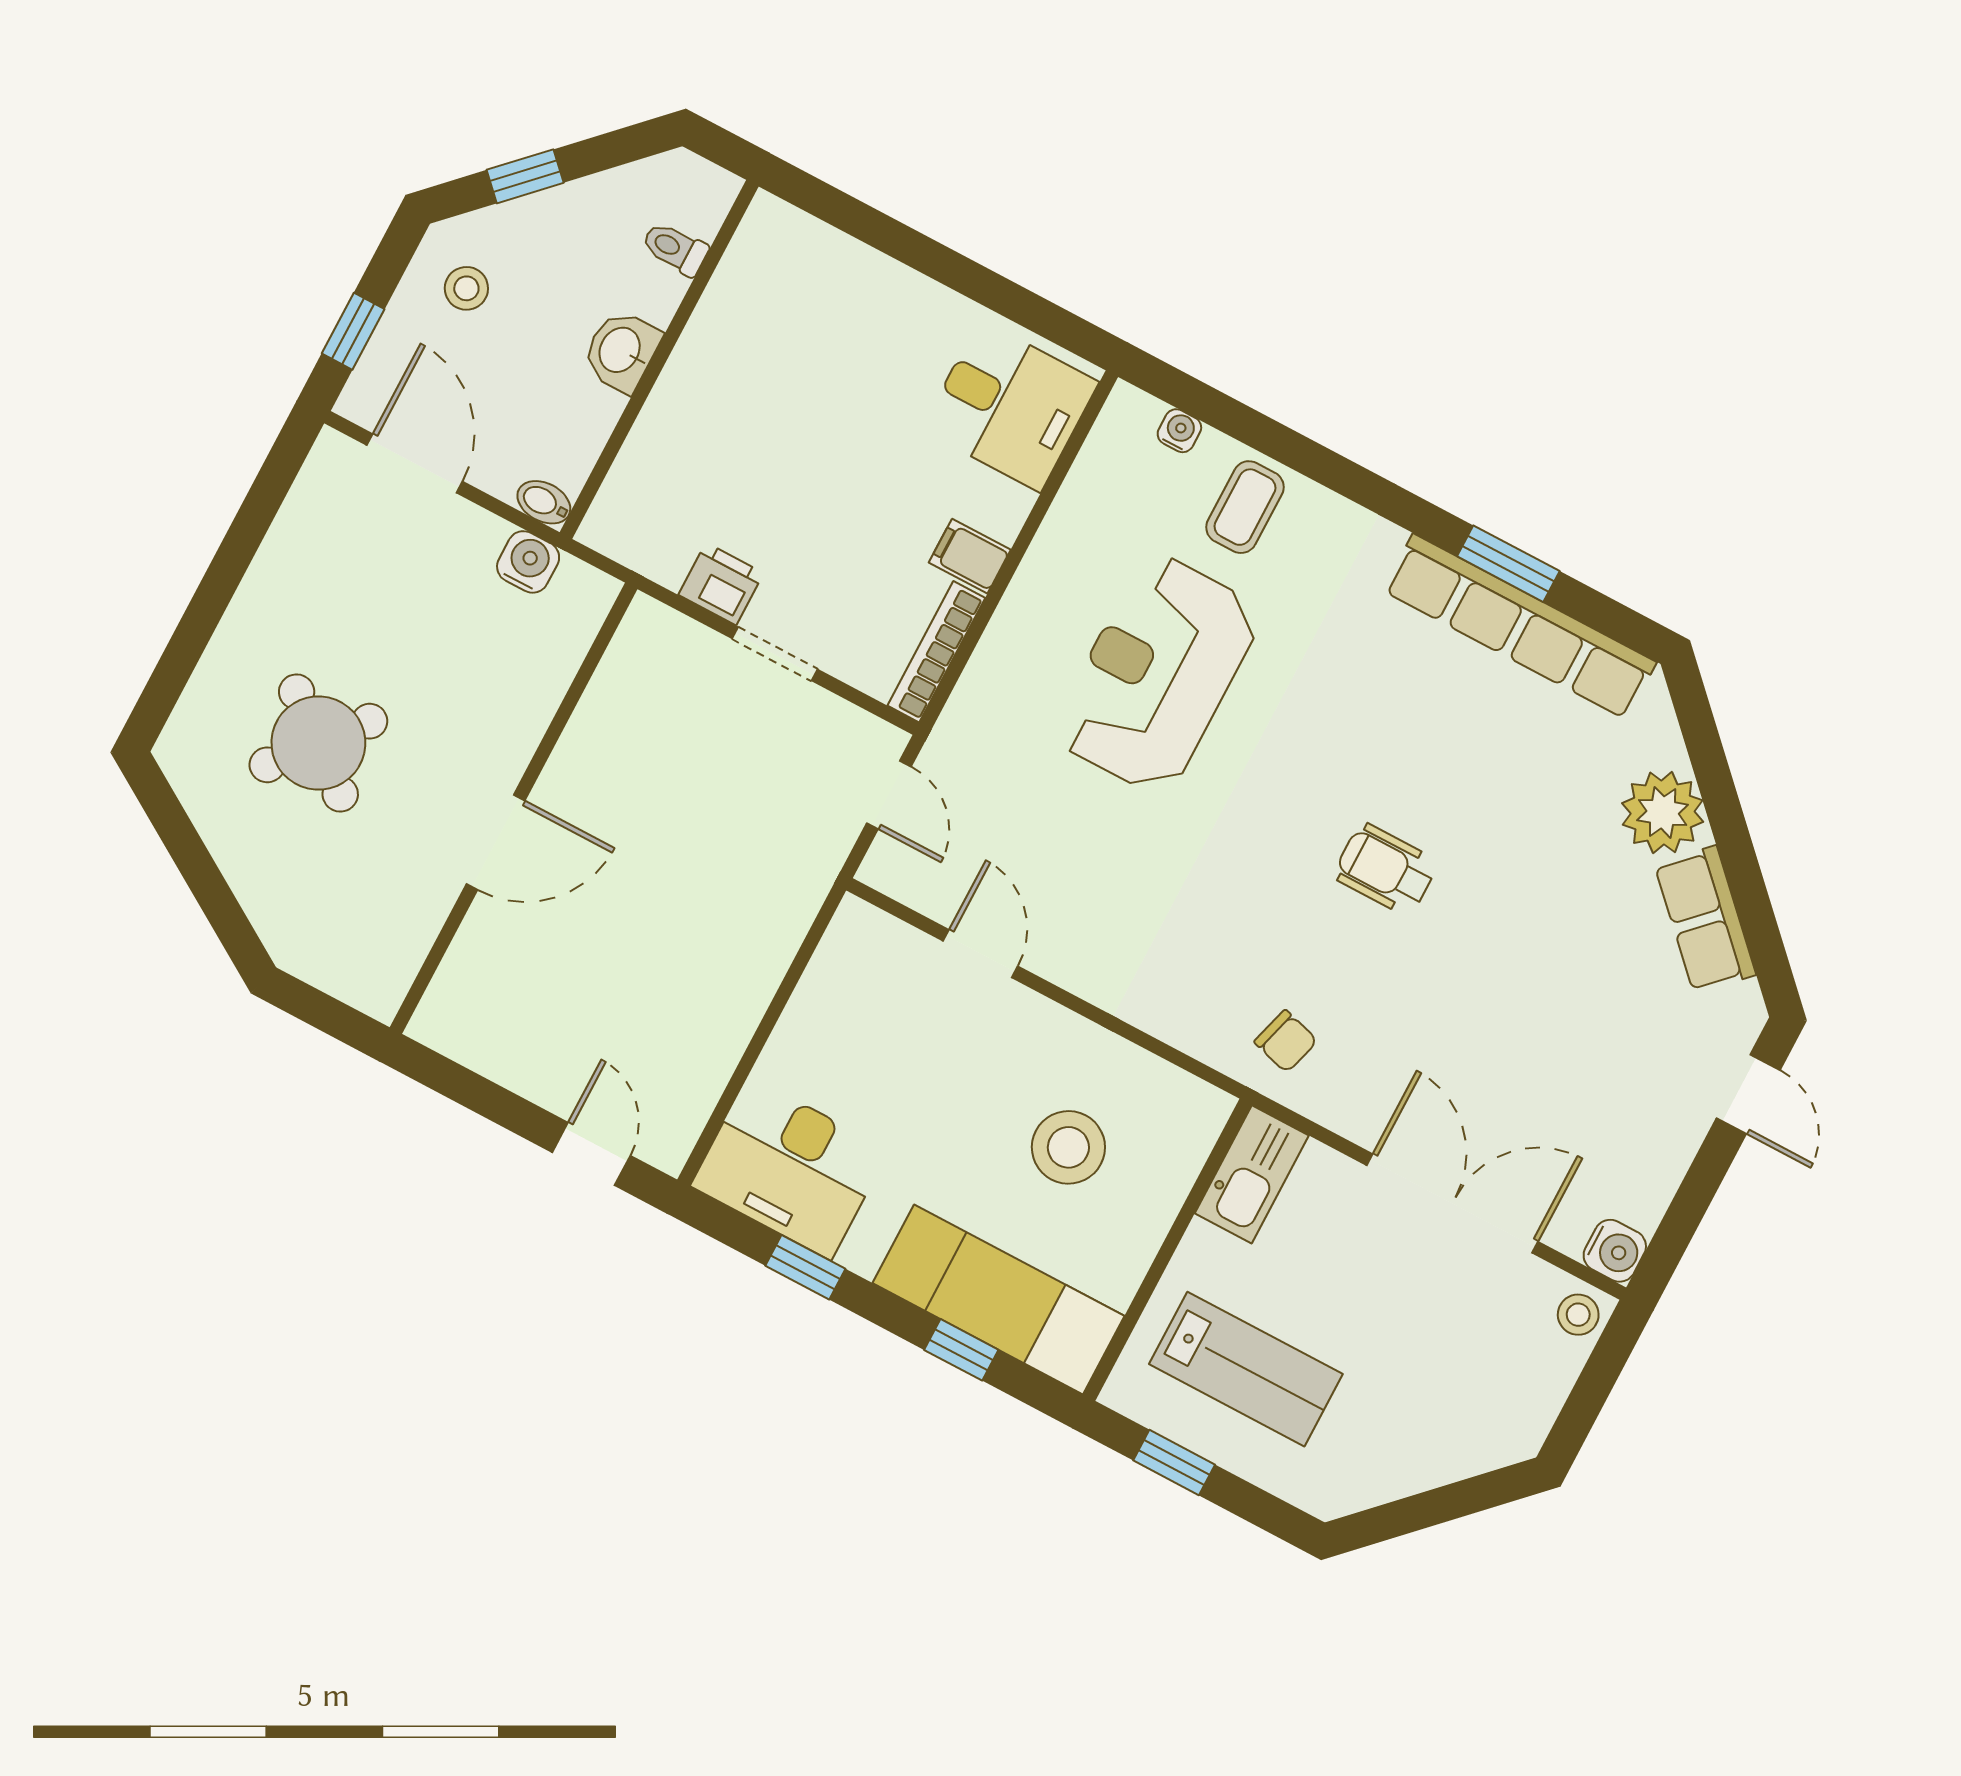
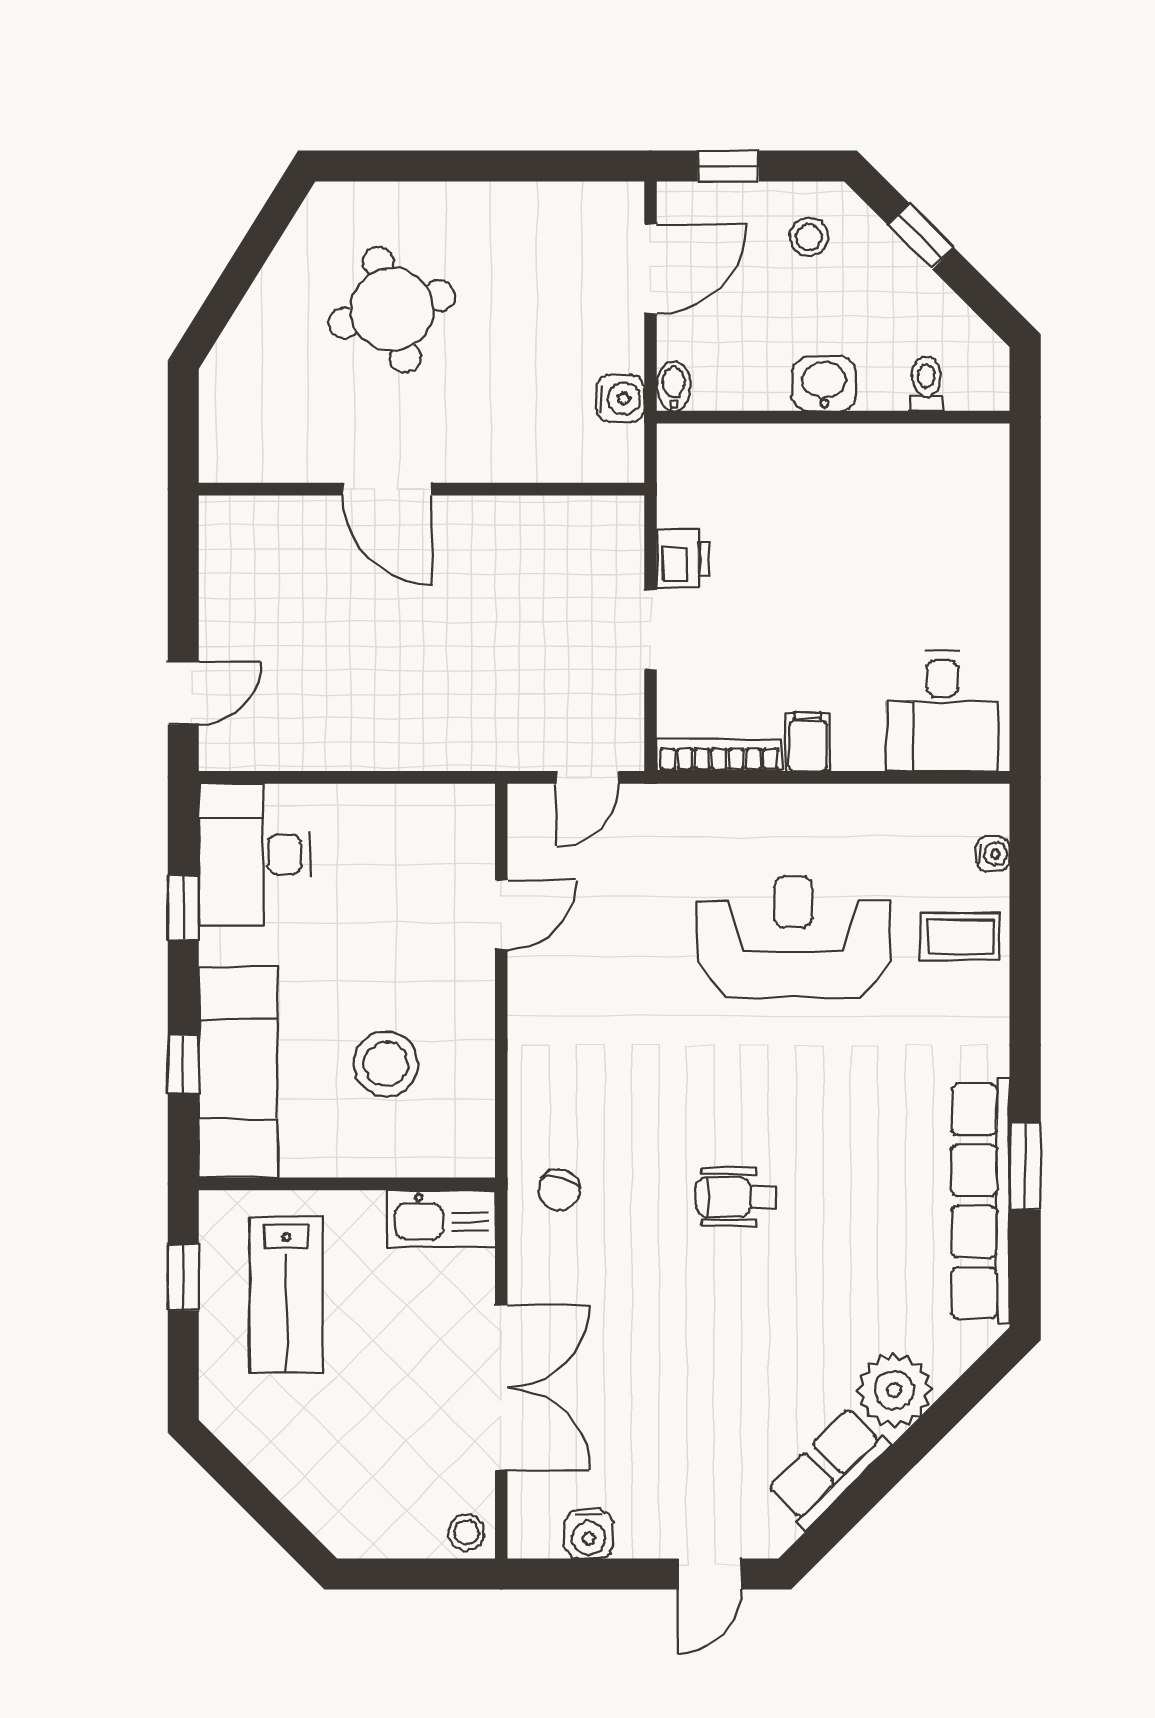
round table: (318, 743) -> (392, 309), turned 35
wheelchair: (1386, 869) -> (735, 1197), turned -90
water cooler: (1615, 1251) -> (589, 1534), moved

